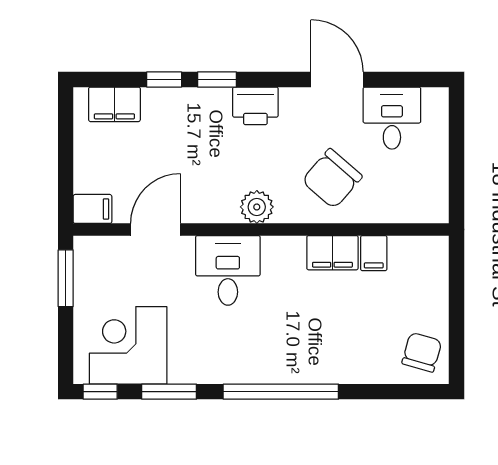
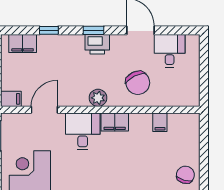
window: (217, 79) -> (94, 30), moved
chair: (332, 179) -> (138, 83), turned -68
filing cabinet: (332, 253) -> (115, 122), moved

